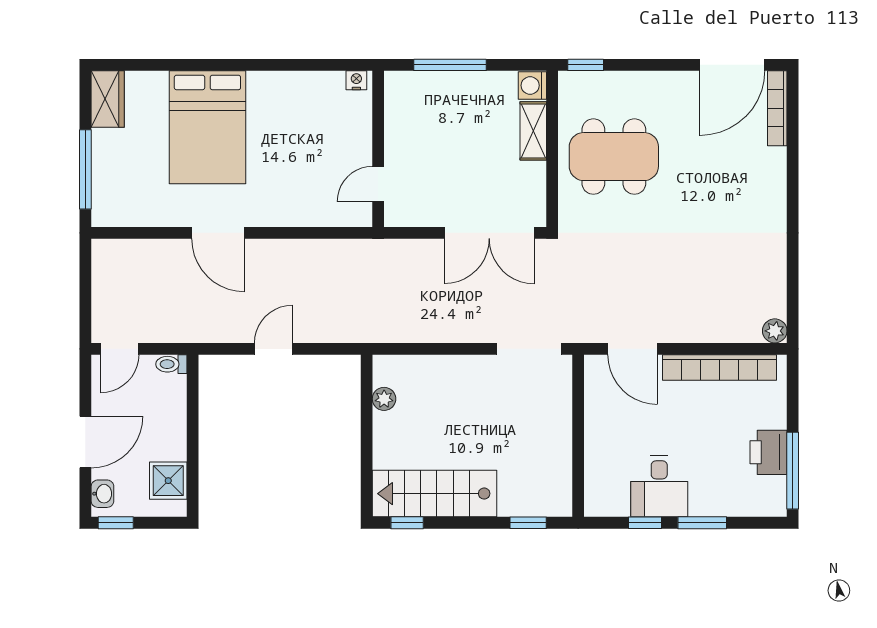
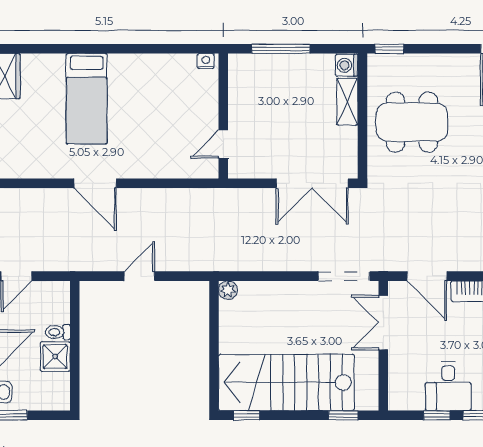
bed: (207, 127) -> (87, 99), width x0.67
toilet: (171, 364) -> (58, 332), moved
plant: (384, 399) -> (228, 290), moved
double door: (578, 407) -> (383, 323), added
shower: (168, 481) -> (55, 356), moved
stairs: (434, 494) -> (286, 382), width x1.36, depth x1.51

